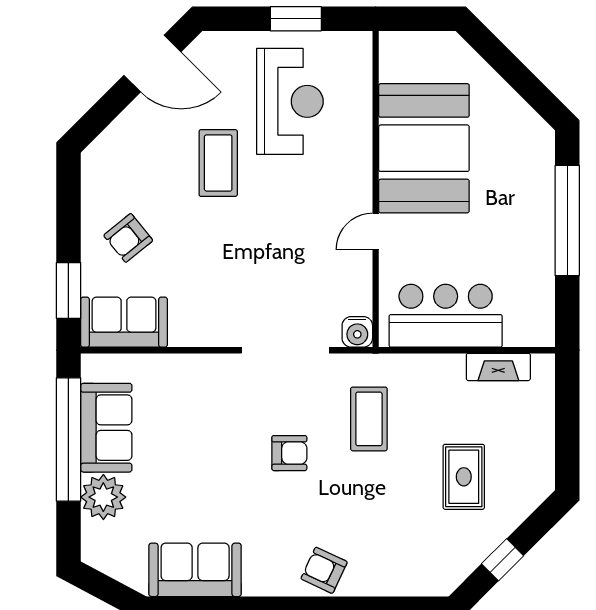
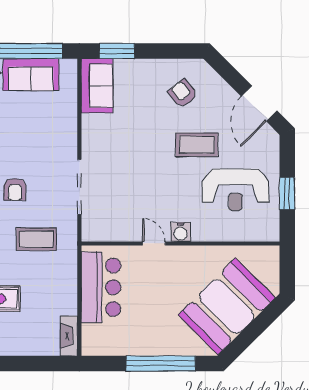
booth: (424, 148) -> (227, 306), moved, turned -45
armchair: (128, 238) -> (183, 93), moved
water cooler: (357, 332) -> (180, 232), moved, turned -90
fireplace: (498, 367) -> (69, 336), moved

